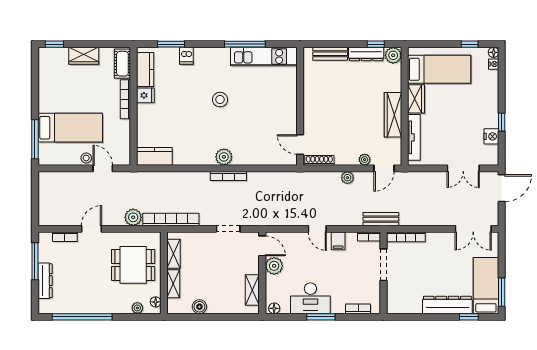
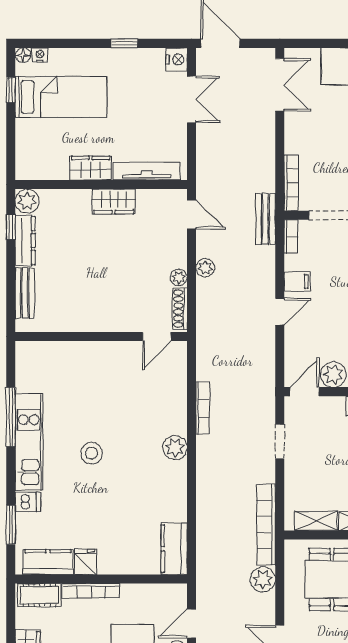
kitchen unit: (264, 56) -> (29, 442), moved
bed: (439, 69) -> (61, 97), moved, turned 90
wardrobe: (393, 115) -> (114, 201), width x0.67
nightstand: (491, 136) -> (177, 60), moved, turned 90
plant: (365, 160) -> (179, 278), moved
bookcase: (228, 176) -> (203, 408), moved

